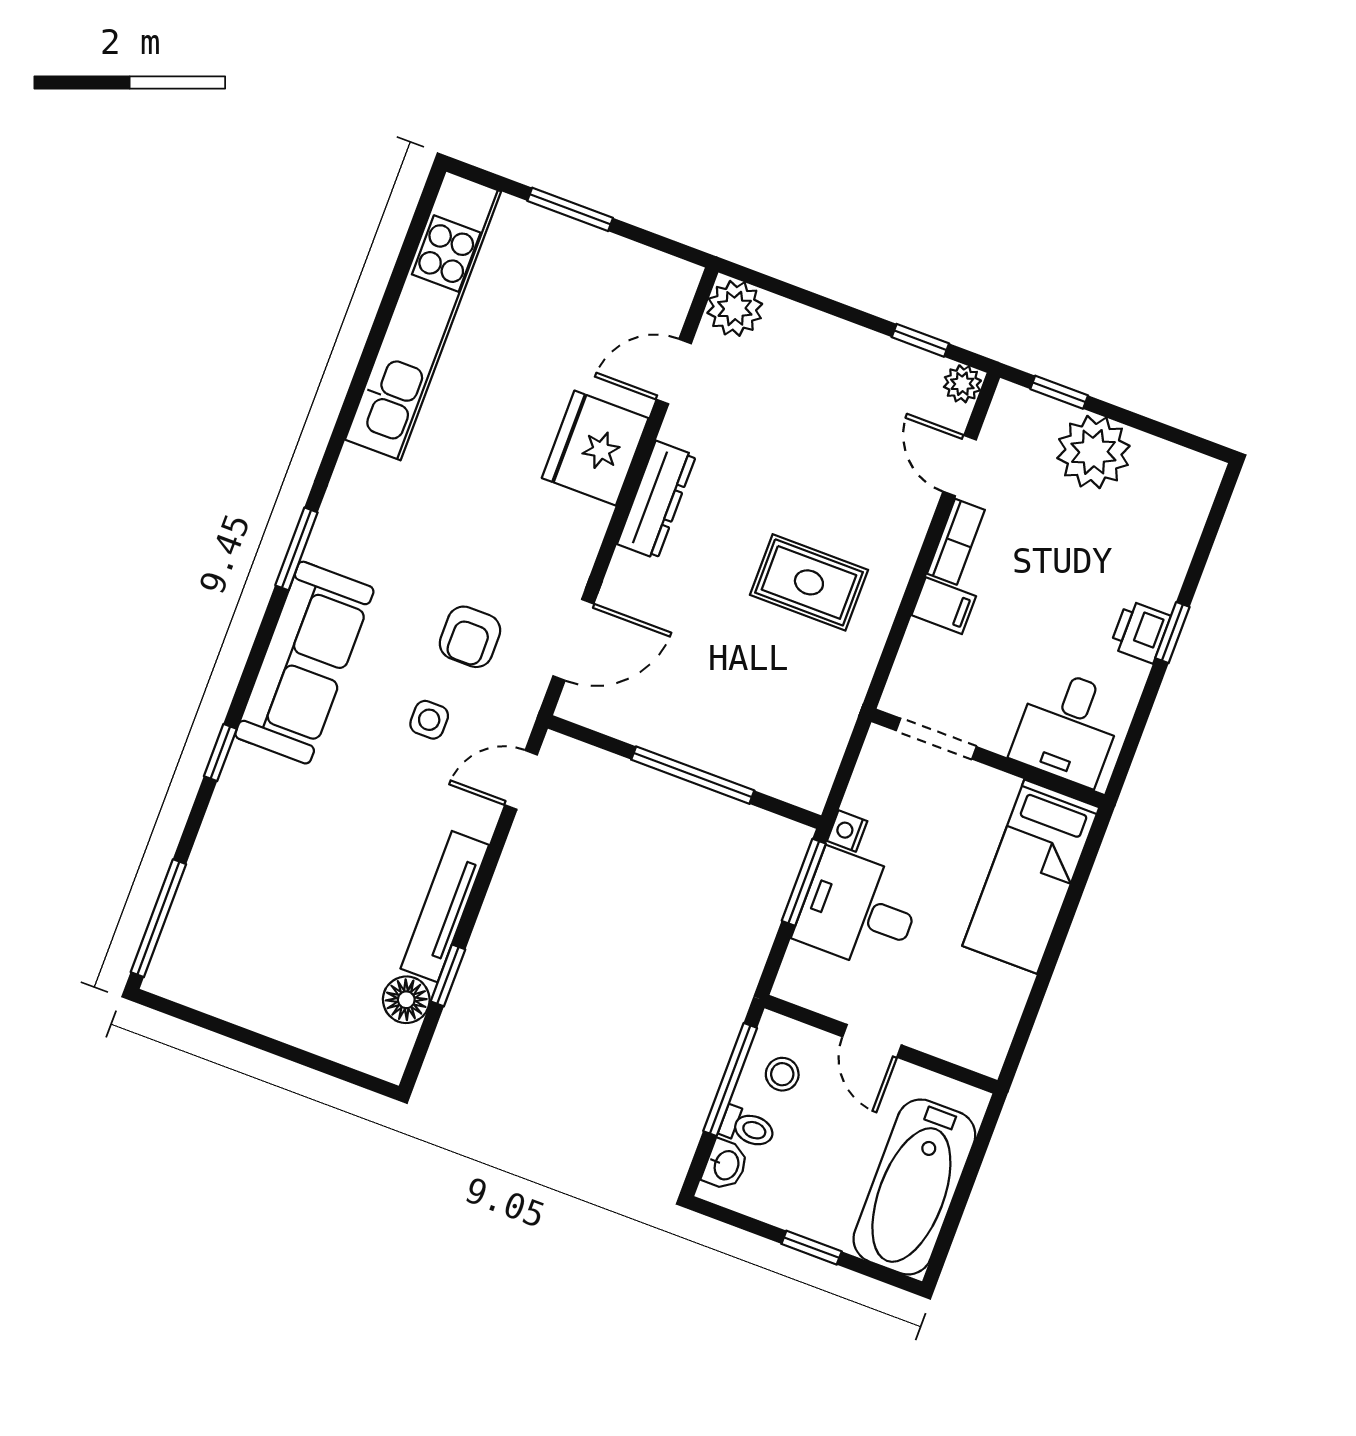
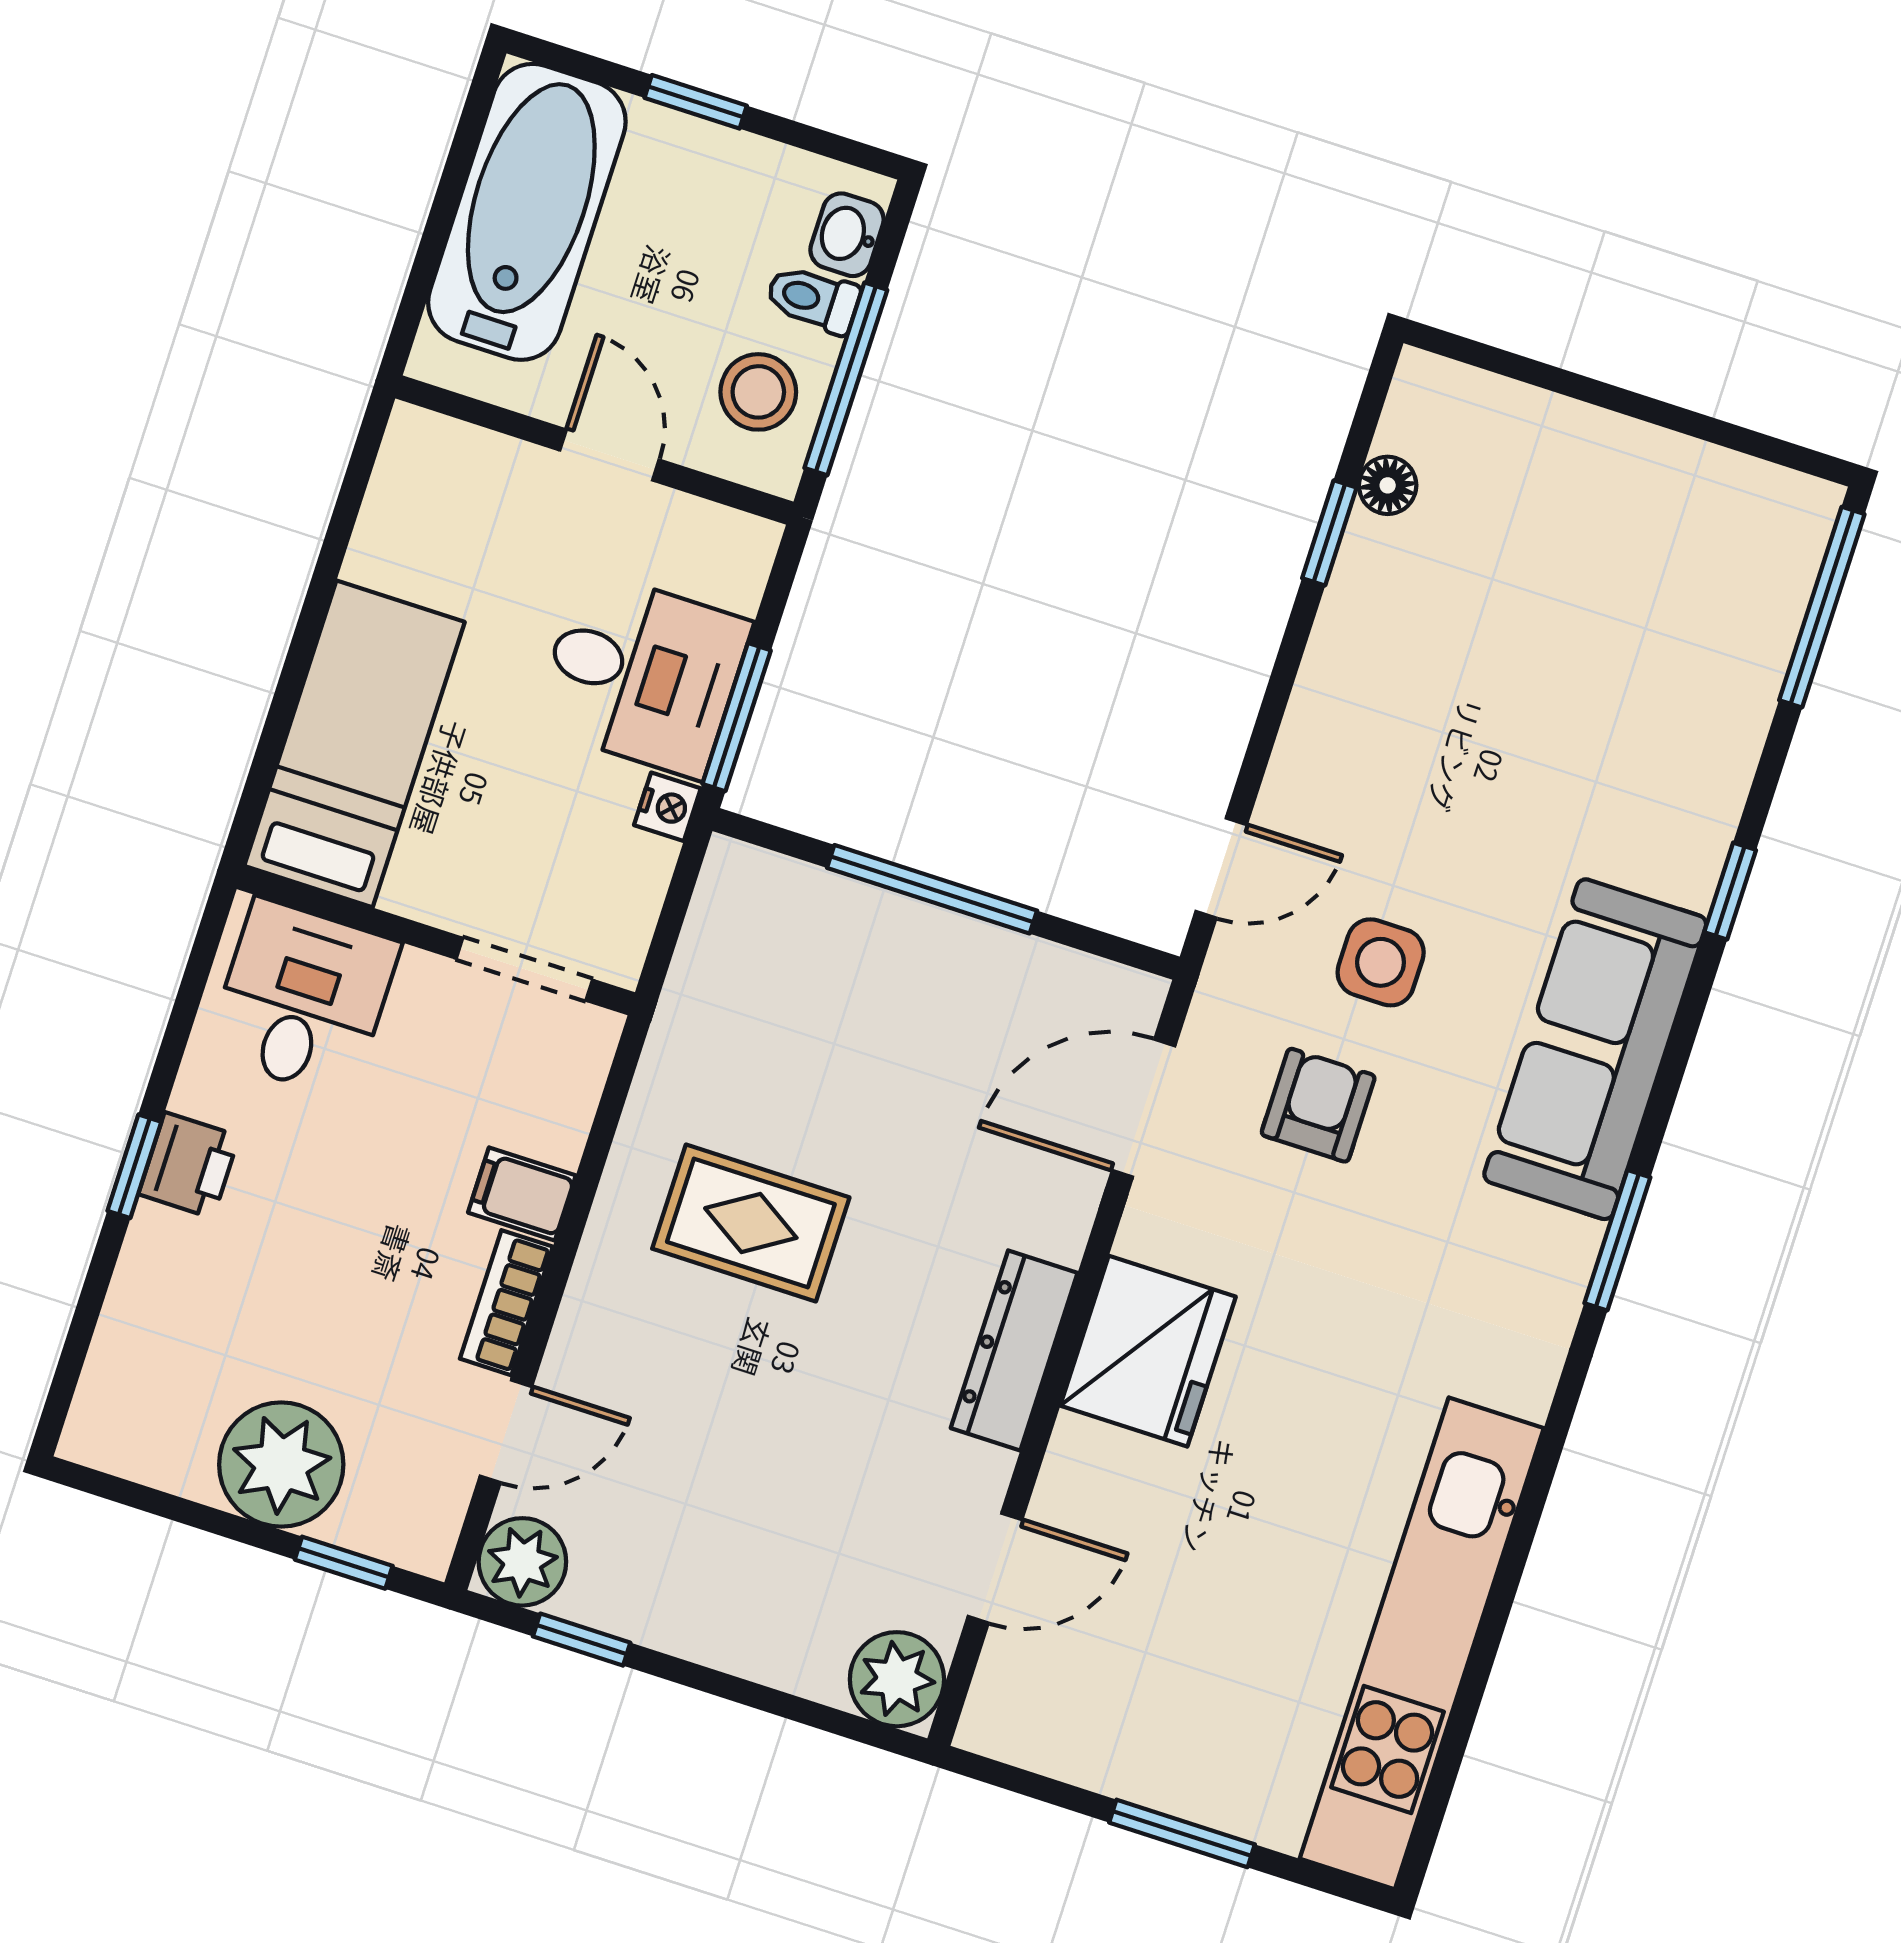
plant: (962, 384) -> (522, 1562), width x1.38, depth x1.38
fridge: (595, 448) -> (1148, 1351), moved
door: (960, 466) -> (506, 1431), hinge flipped
side table: (429, 720) -> (1381, 962), width x1.37, depth x1.37
tv unit: (445, 907) -> (1340, 648), removed
floor lamp: (406, 1000) -> (1388, 485), width x0.73, depth x0.73
stool: (782, 1074) -> (758, 392), width x1.37, depth x1.37

